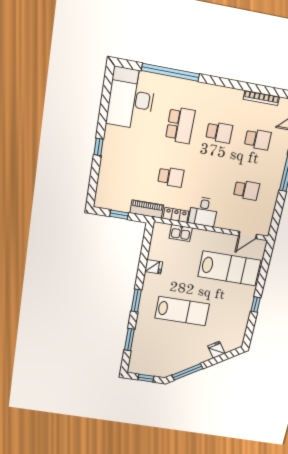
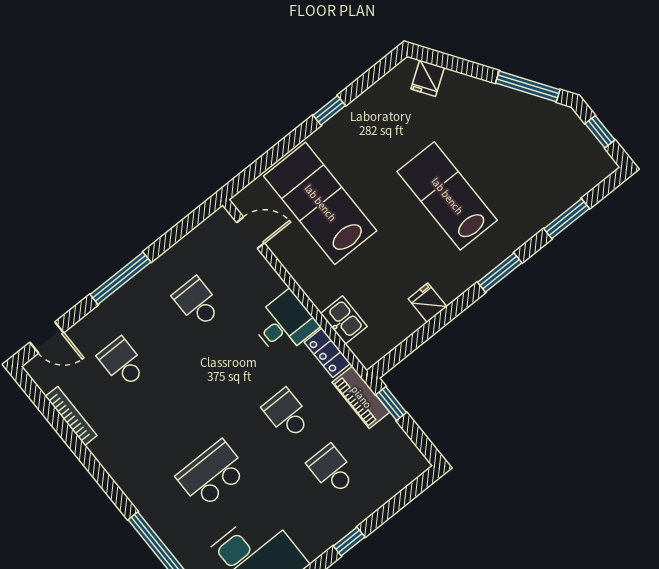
school desk: (219, 132) -> (332, 470), moved
window: (119, 215) -> (391, 404), moved
fridge: (216, 350) -> (428, 78), moved

